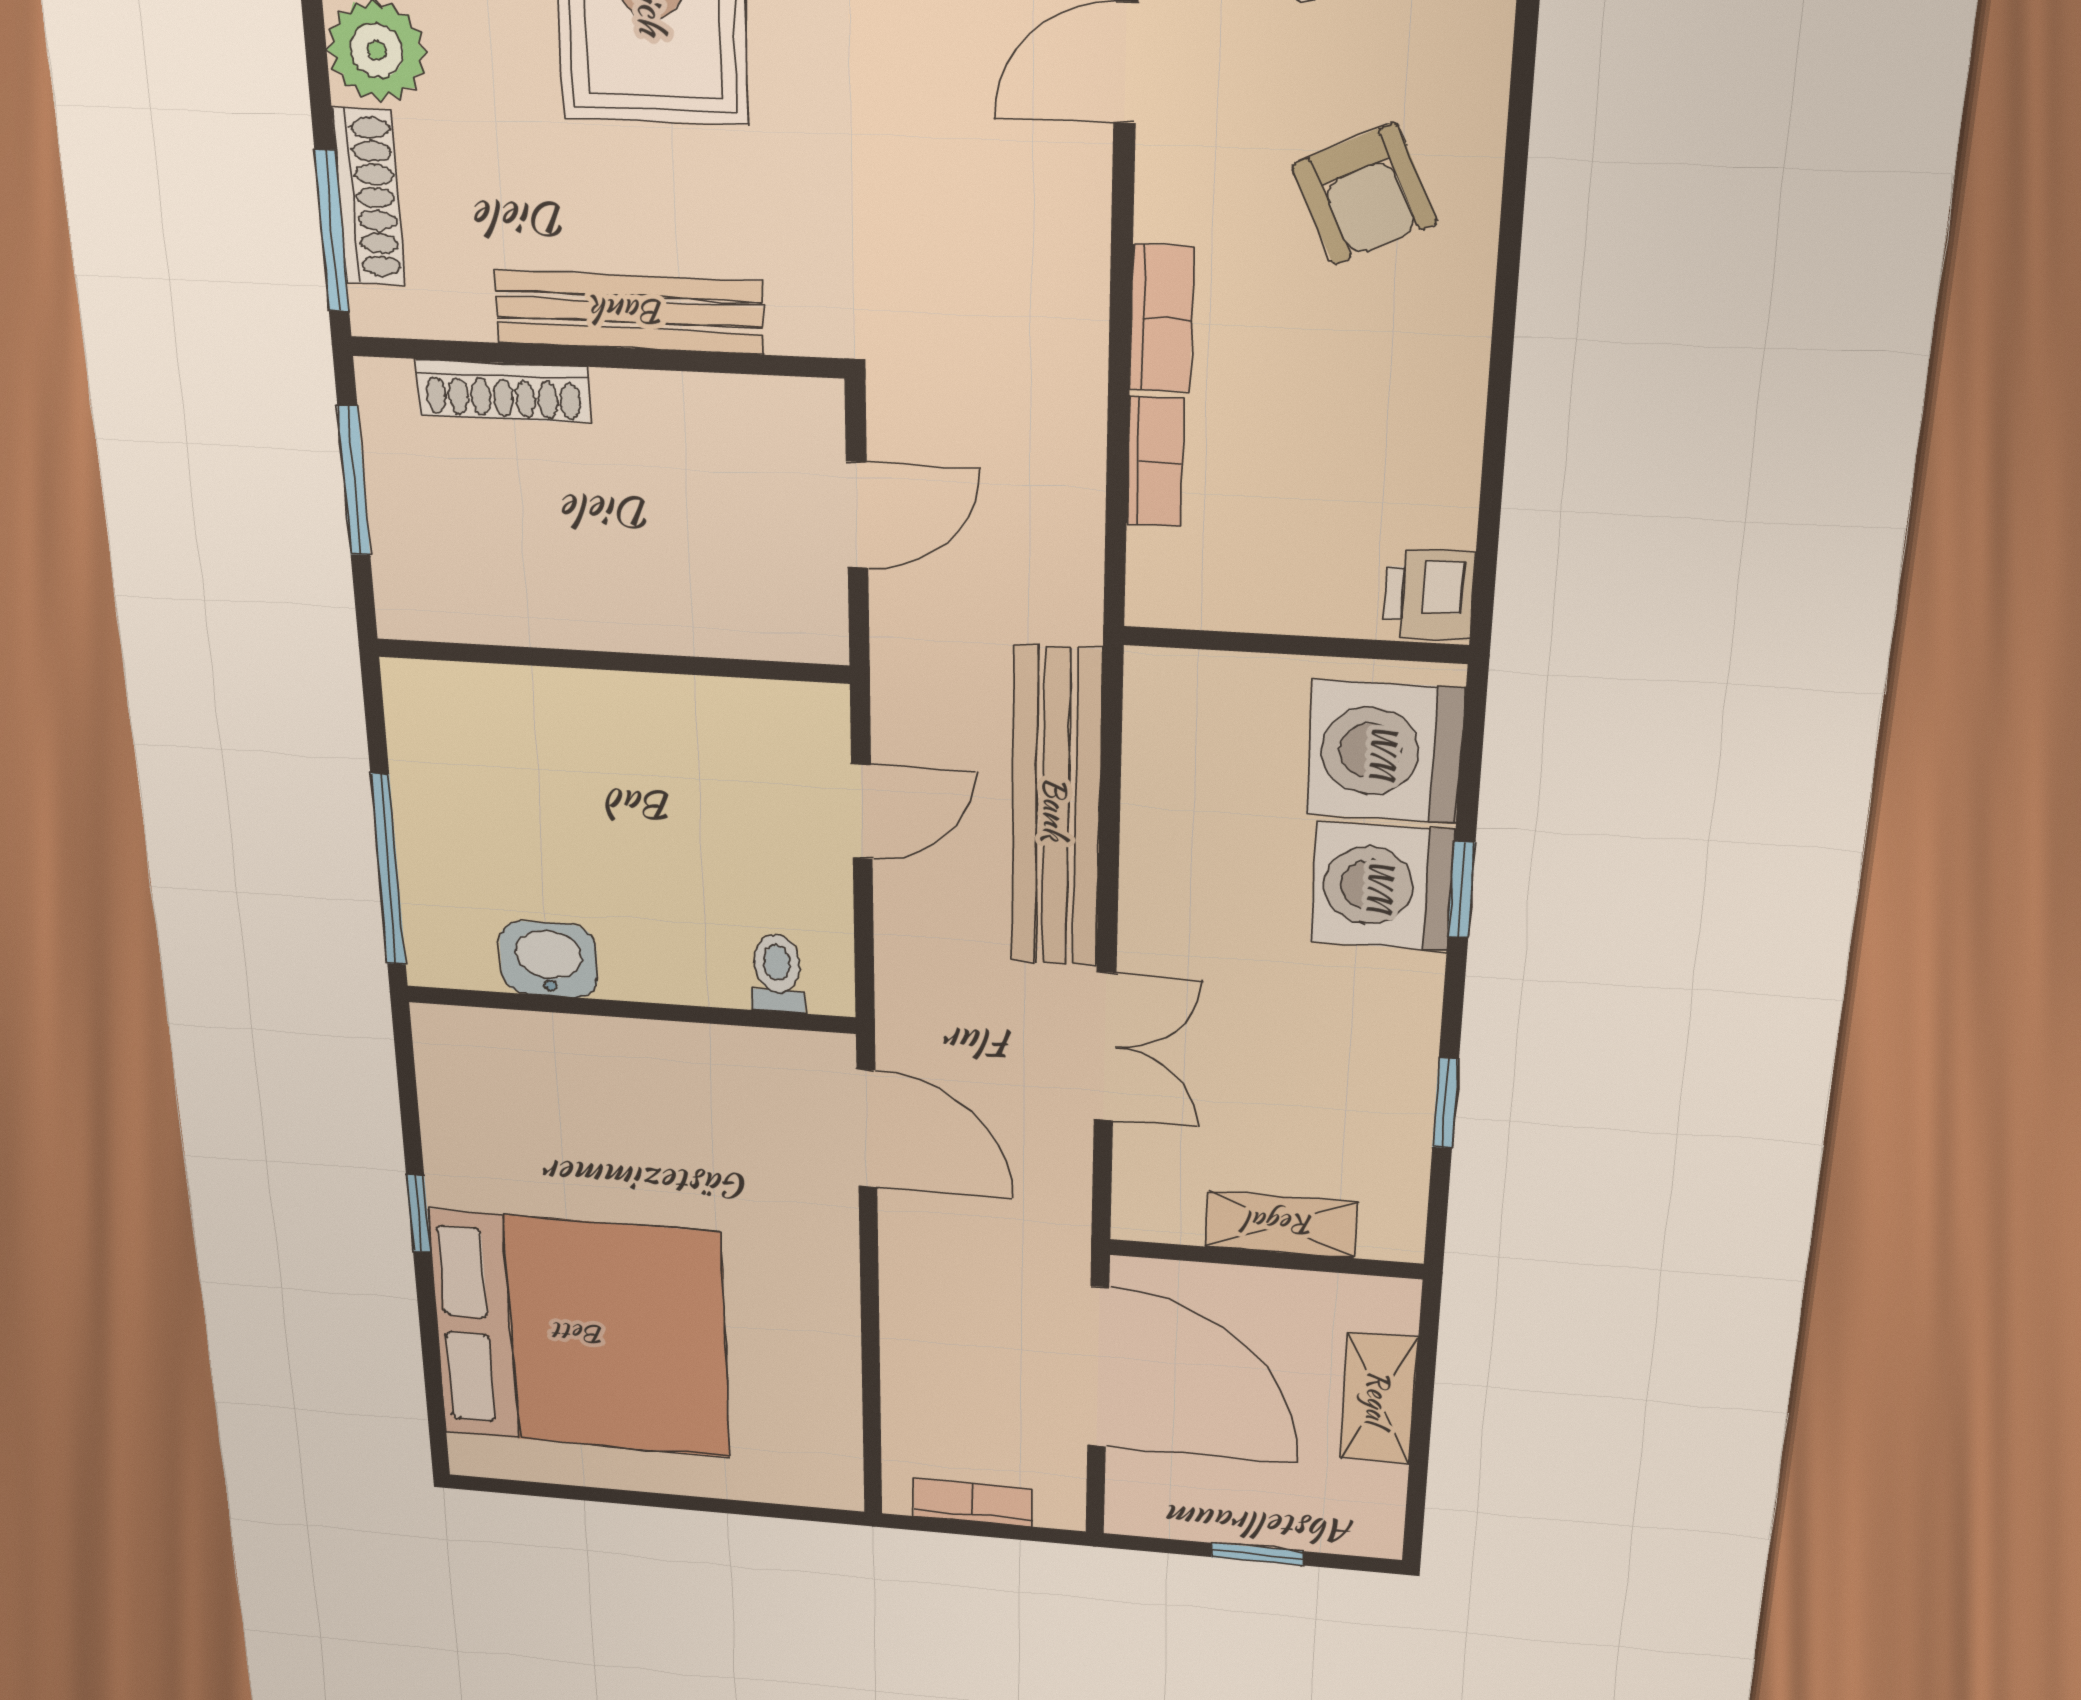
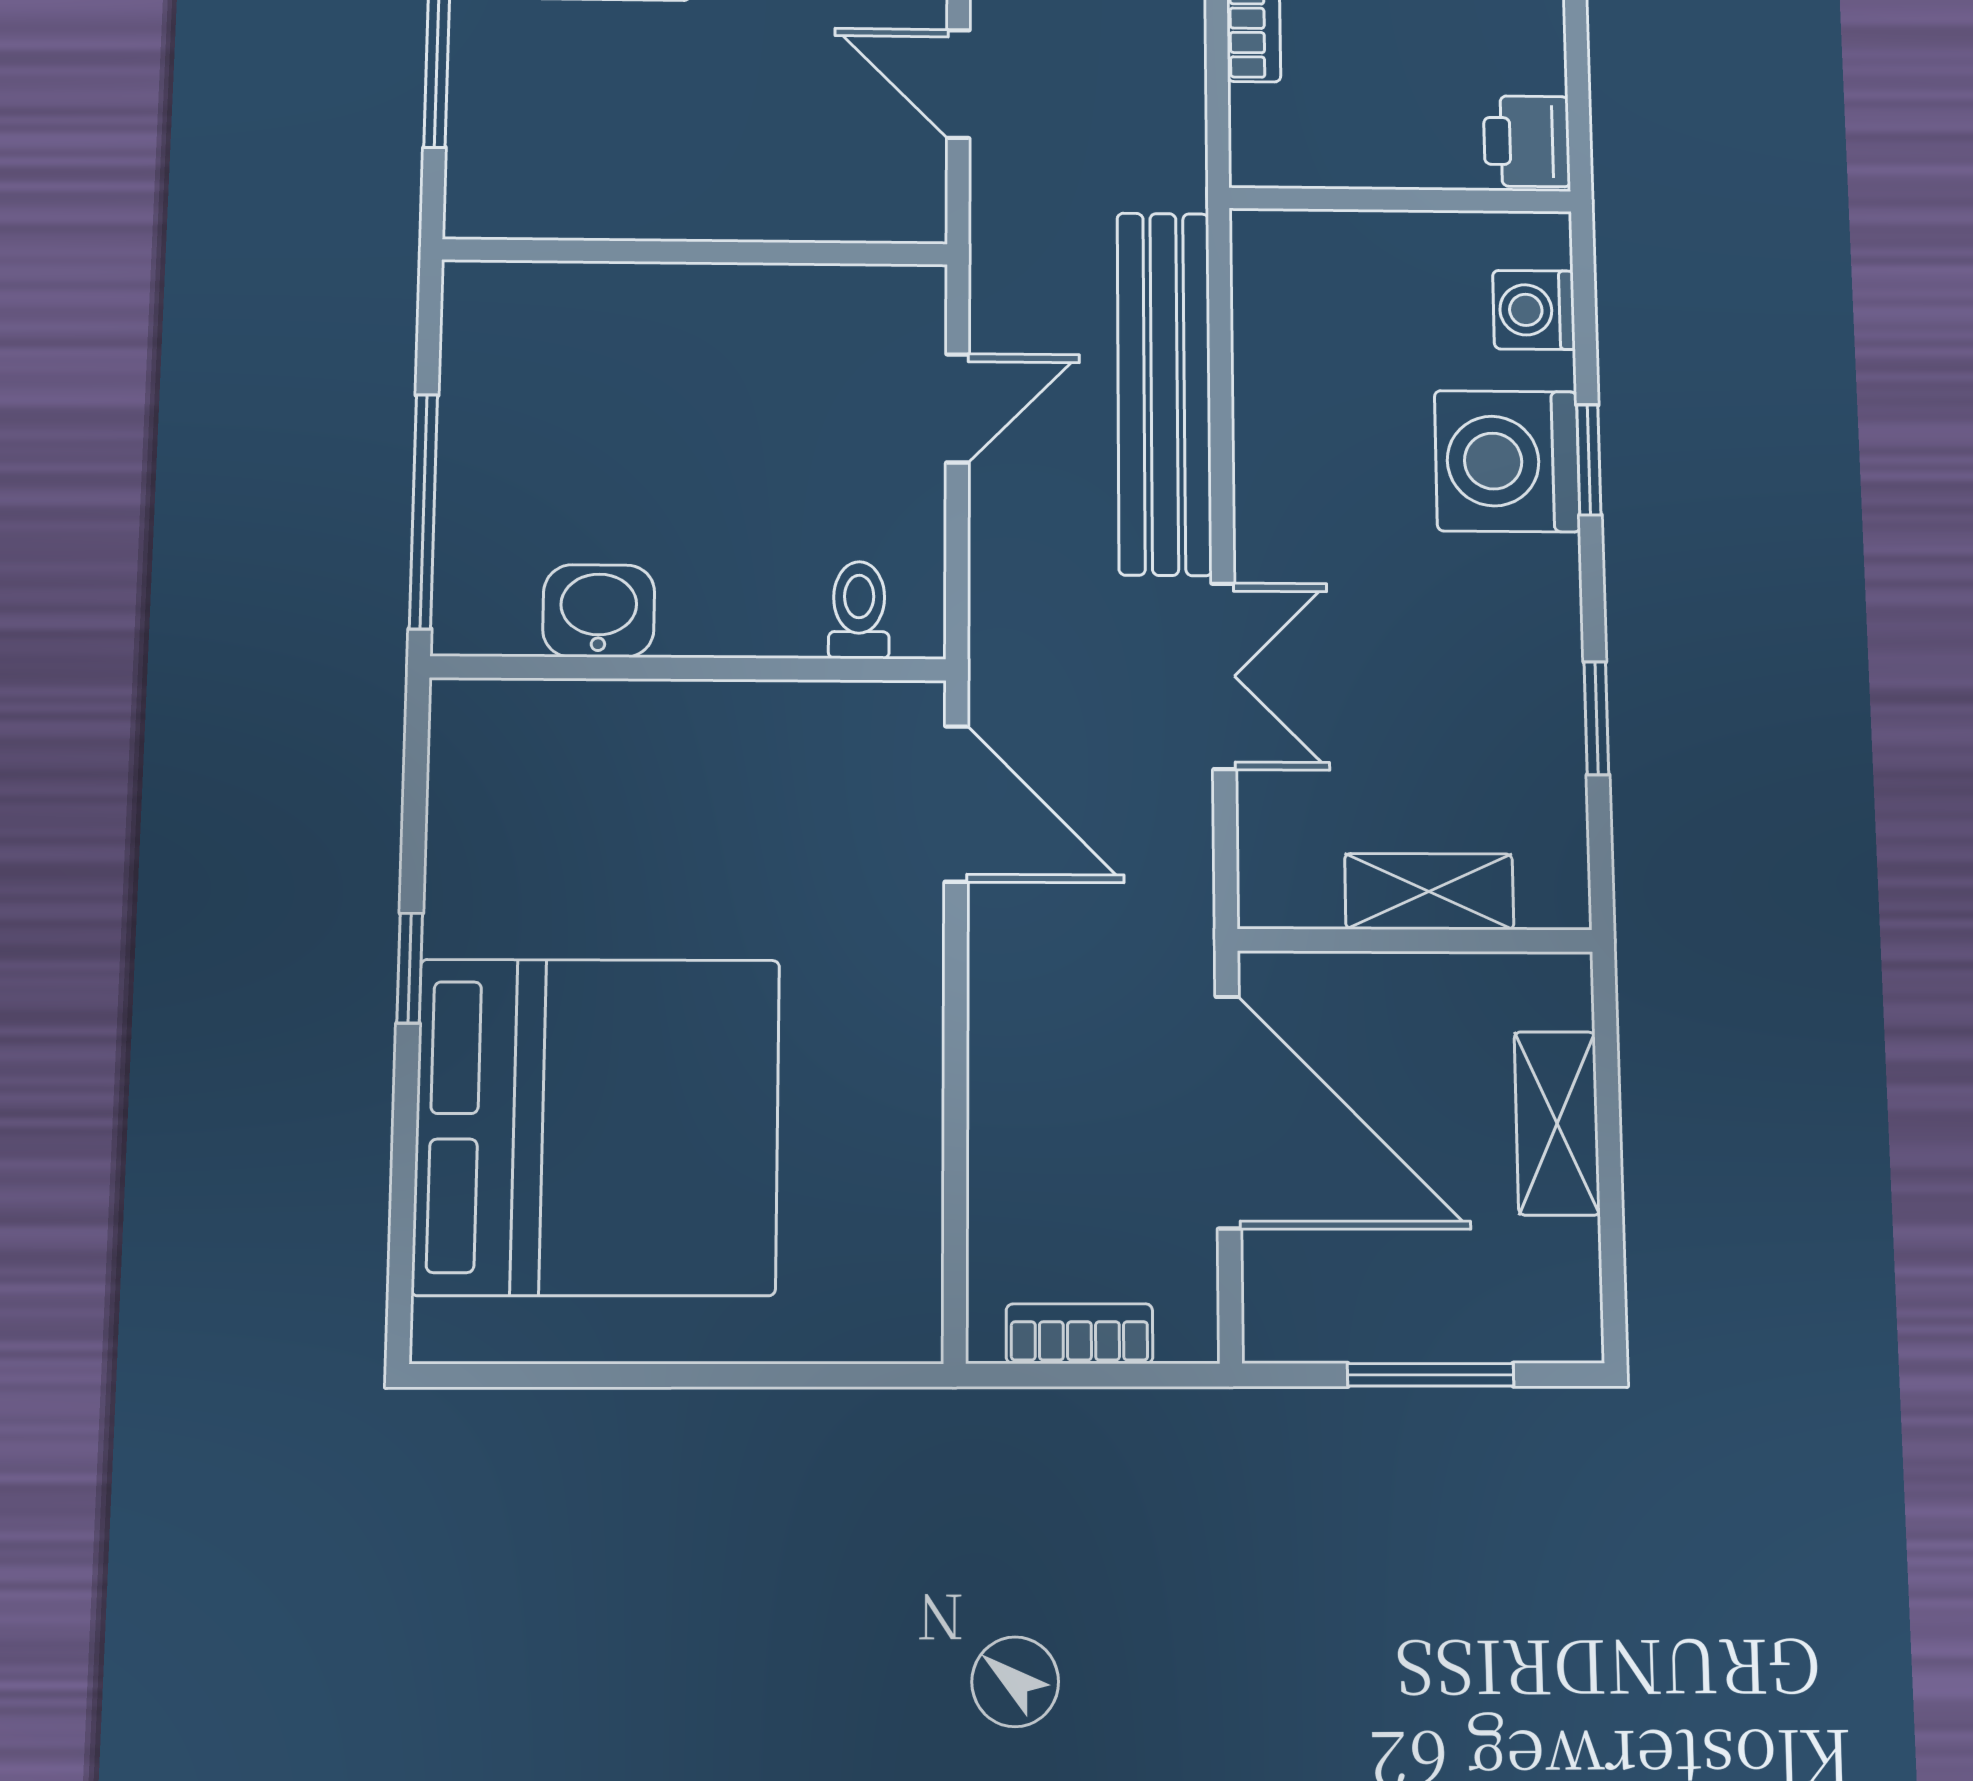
door: (857, 515) -> (958, 84), swing flipped
washing machine: (1385, 752) -> (1534, 310), width x0.53, depth x0.53
window: (1257, 1554) -> (1431, 1375), width x1.50

